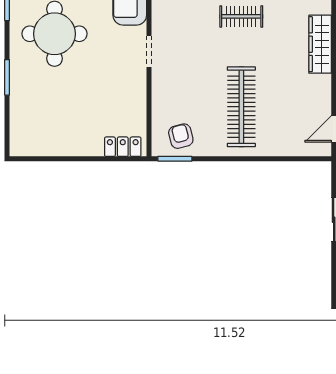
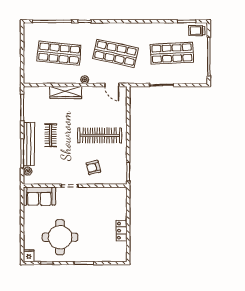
armchair: (181, 136) -> (93, 167), moved
locker: (123, 147) -> (122, 231), moved

